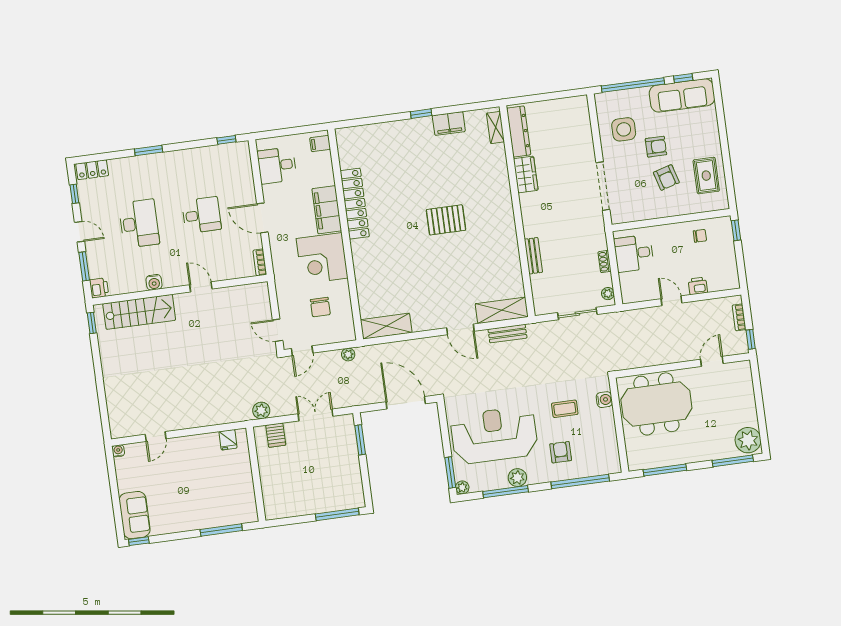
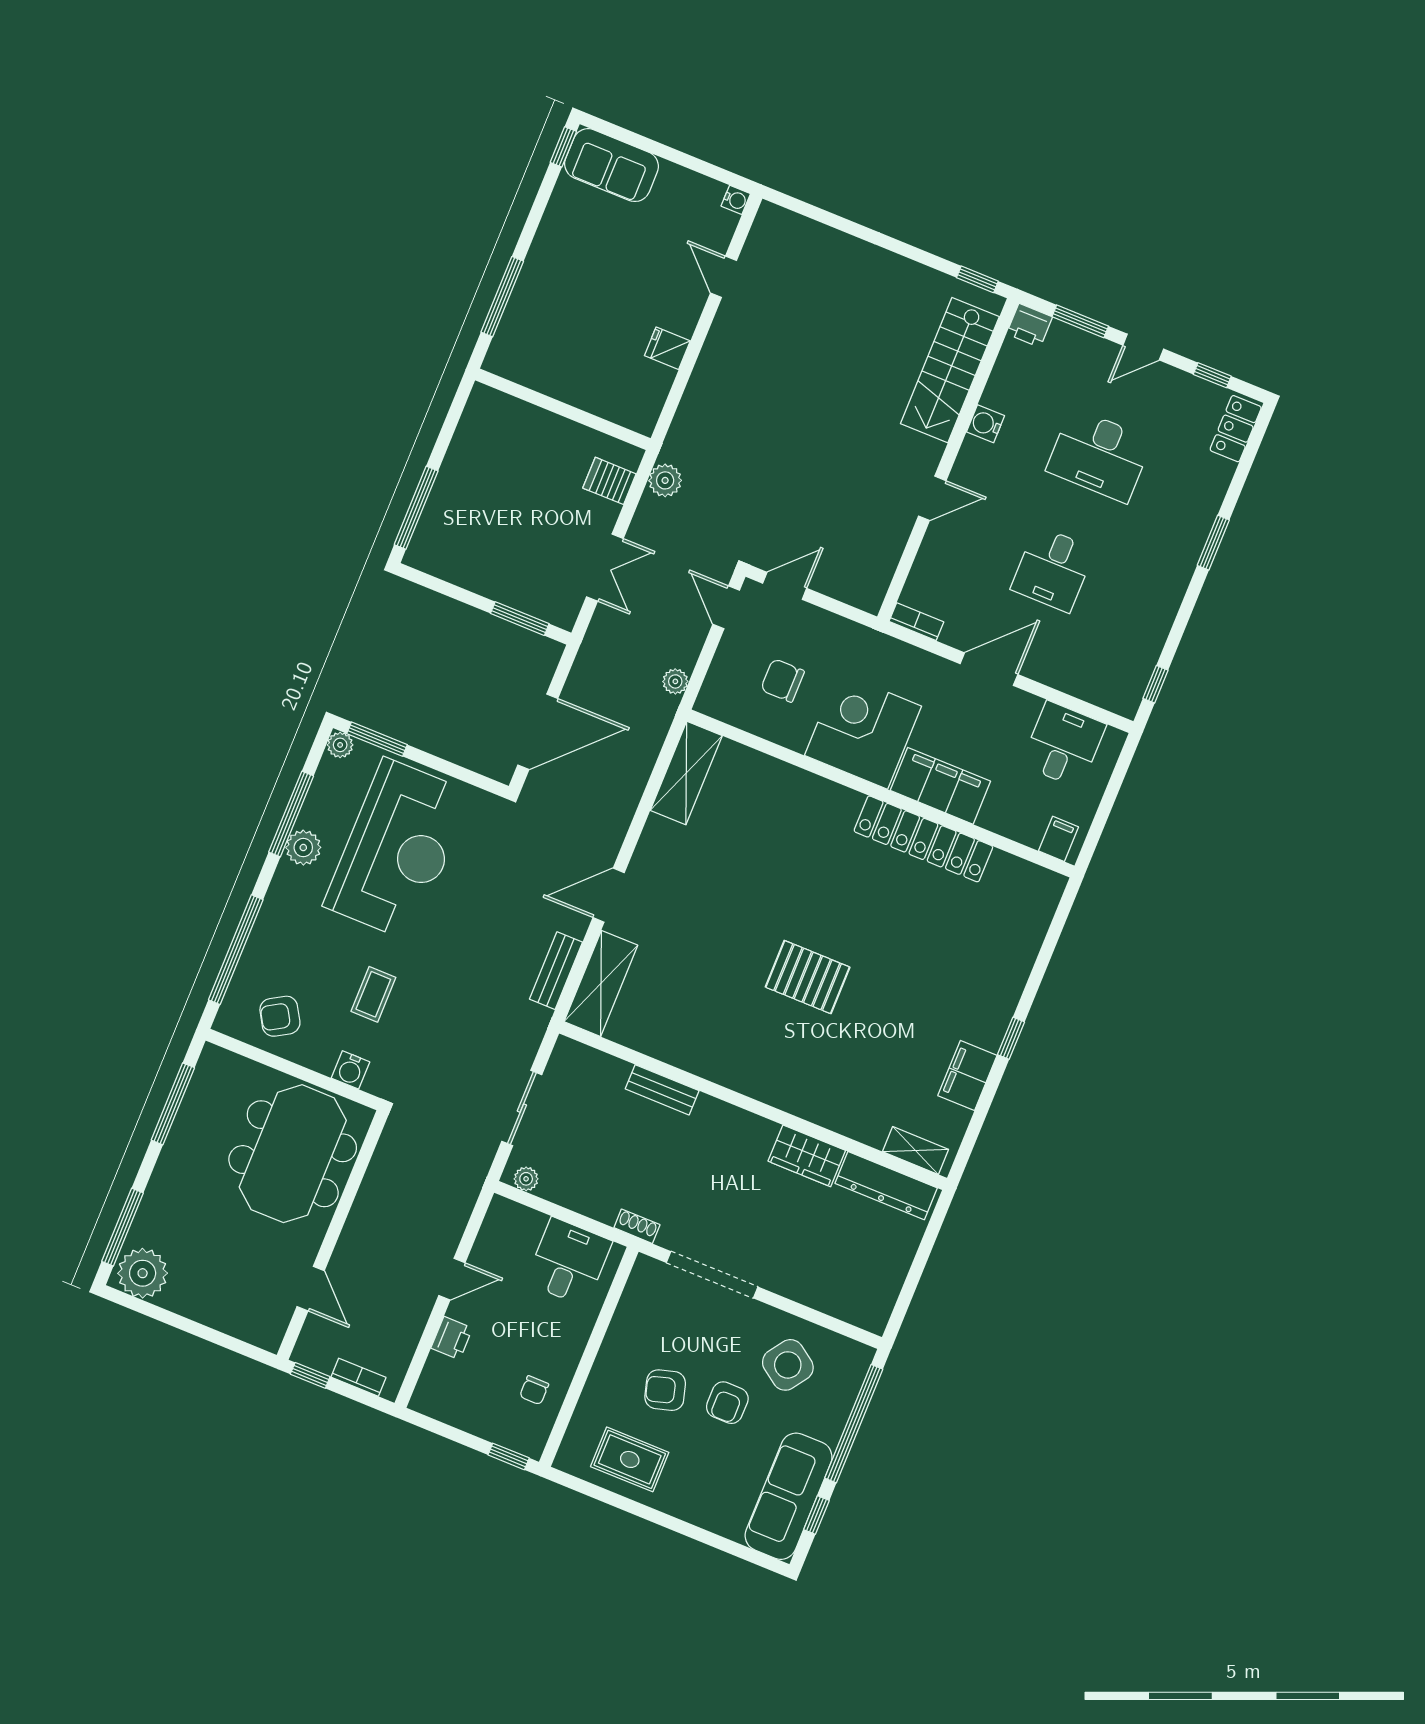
side table: (624, 129) -> (788, 1365), turned 35
pallet: (446, 220) -> (808, 977), turned 90
shoe rack: (605, 262) -> (637, 1226), moved
fridge: (228, 440) -> (667, 348), moved
armchair: (561, 452) -> (280, 1016), moved, turned 149

